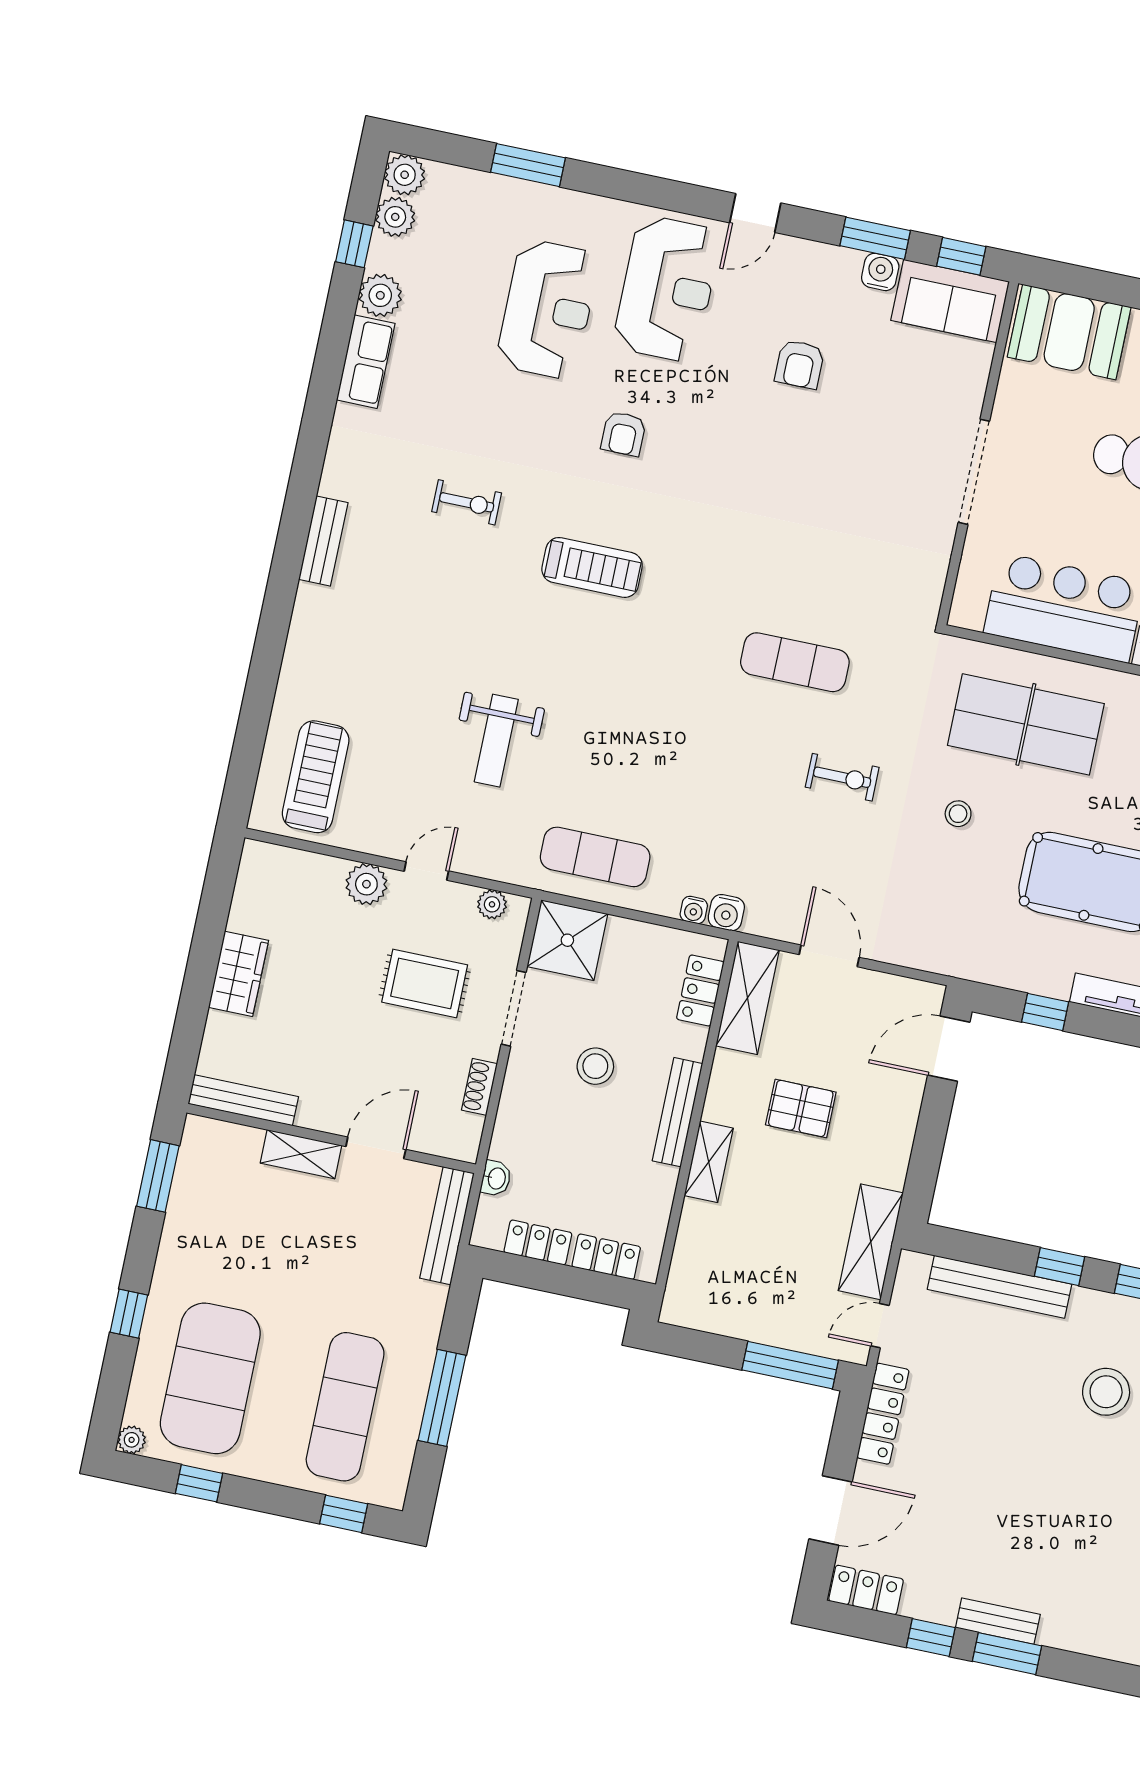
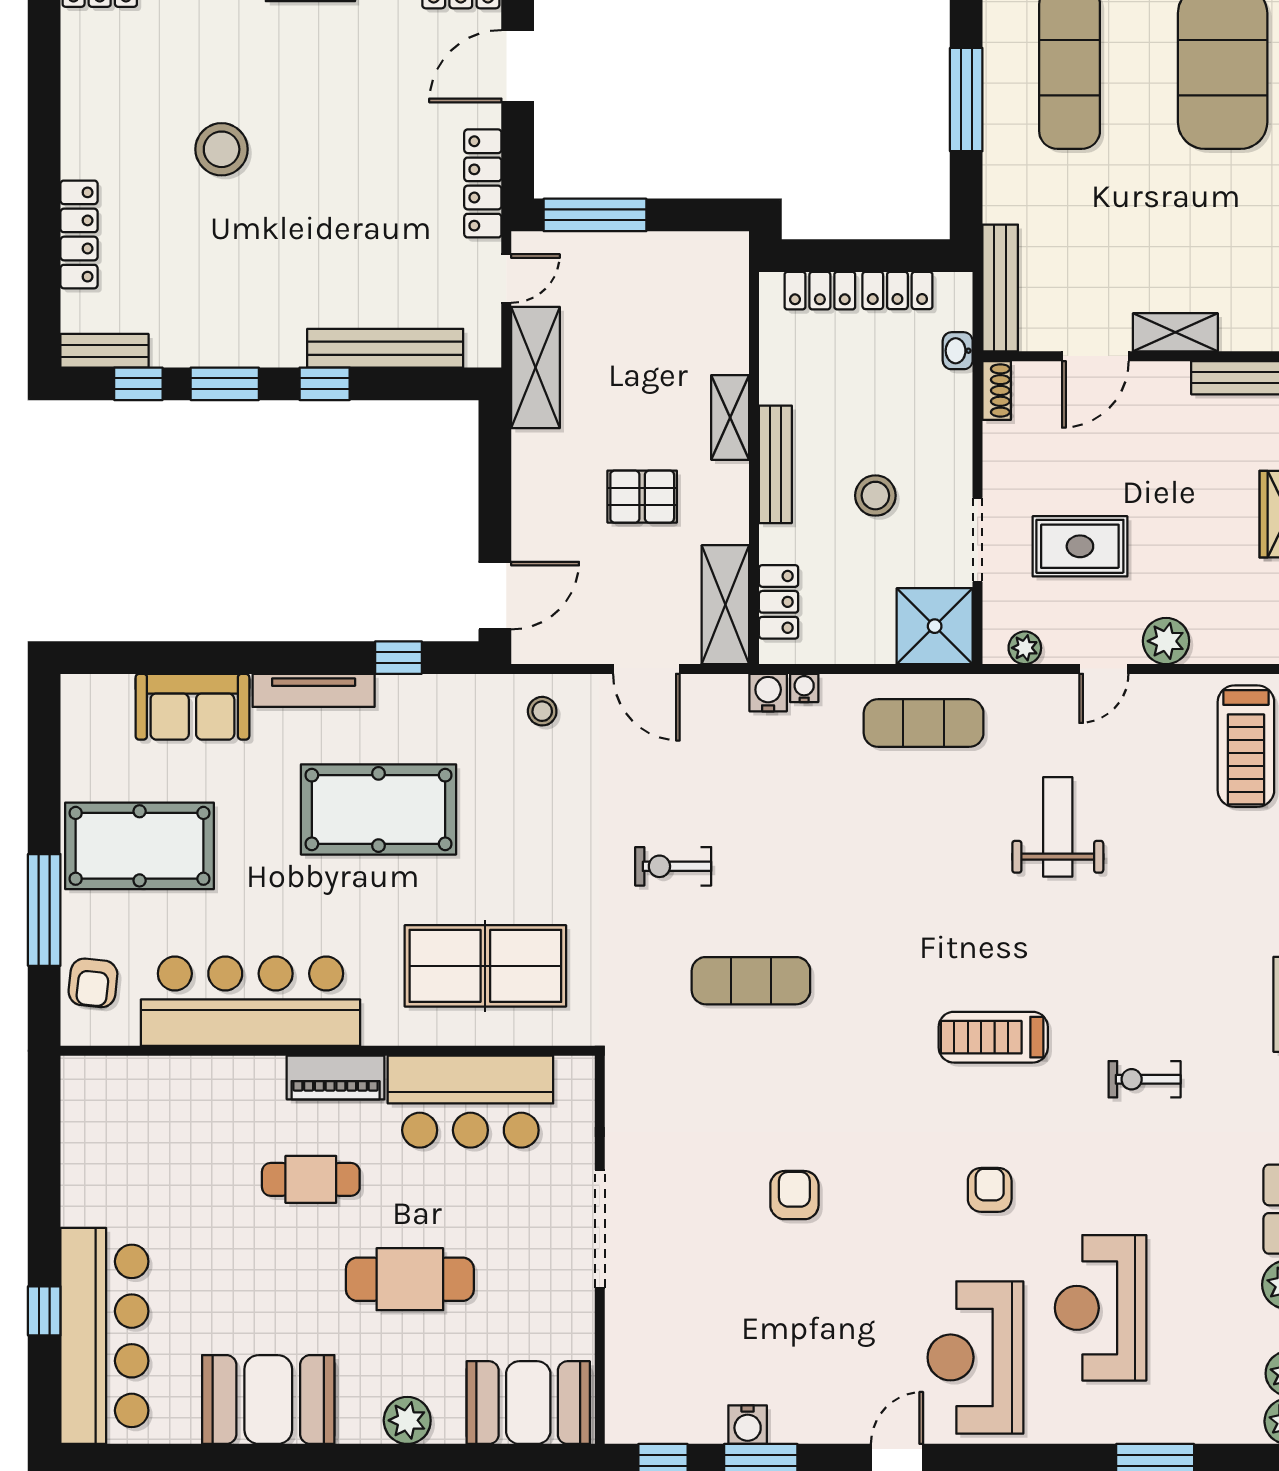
sofa: (950, 301) -> (665, 1409), removed
armchair: (800, 364) -> (794, 1195), moved
stool: (958, 814) -> (542, 711), moved
shoe rack: (479, 1087) -> (997, 390), moved
stool: (1106, 1392) -> (222, 149), moved

